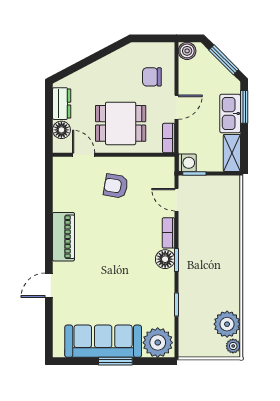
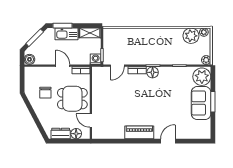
chair: (152, 77) -> (45, 93), moved
dining table: (121, 123) -> (72, 99), turned 90
door: (84, 155) -> (91, 121), hinge flipped
armchair: (116, 186) -> (109, 101), removed
door: (49, 285) -> (168, 141), swing flipped
sofa: (103, 341) -> (201, 103), width x0.73
plant: (186, 350) -> (206, 60), added

